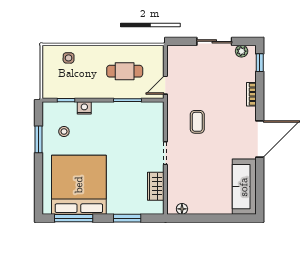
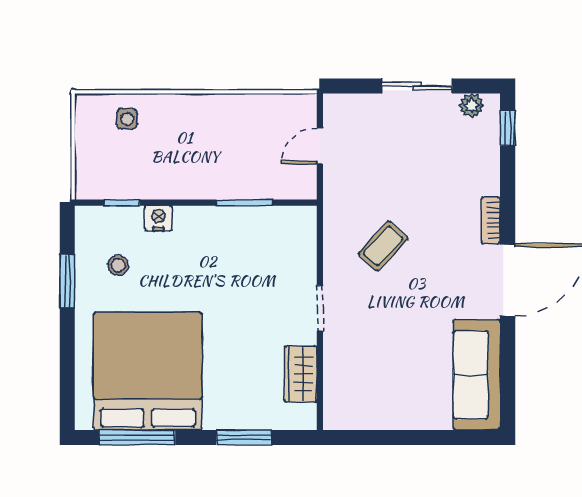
cafe table: (125, 71) -> (239, 145), removed
door: (165, 85) -> (320, 146), moved
bookcase: (251, 94) -> (491, 220), moved
coffee table: (197, 122) -> (383, 246), turned 43
floor lamp: (182, 209) -> (353, 419), removed

